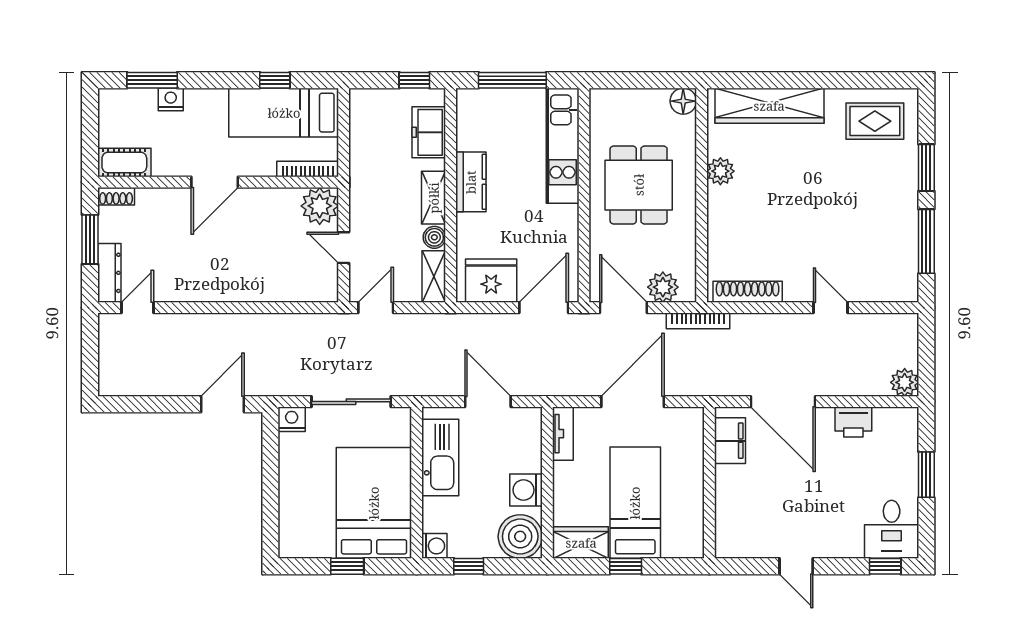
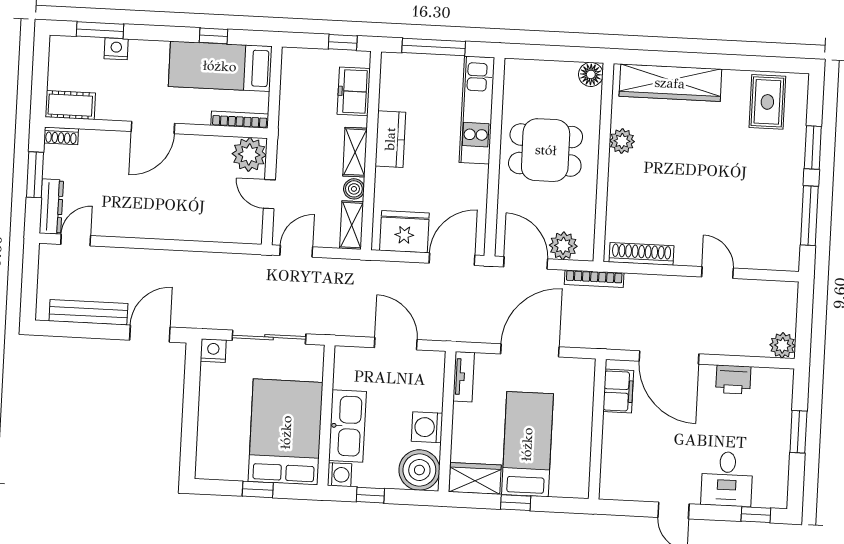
rug: (875, 121) -> (767, 102), turned 90
dining table: (639, 185) -> (546, 150), turned 90
bench: (155, 385) -> (88, 312), added
kitchen sink: (440, 457) -> (347, 426), moved
desk: (892, 529) -> (727, 479), moved

